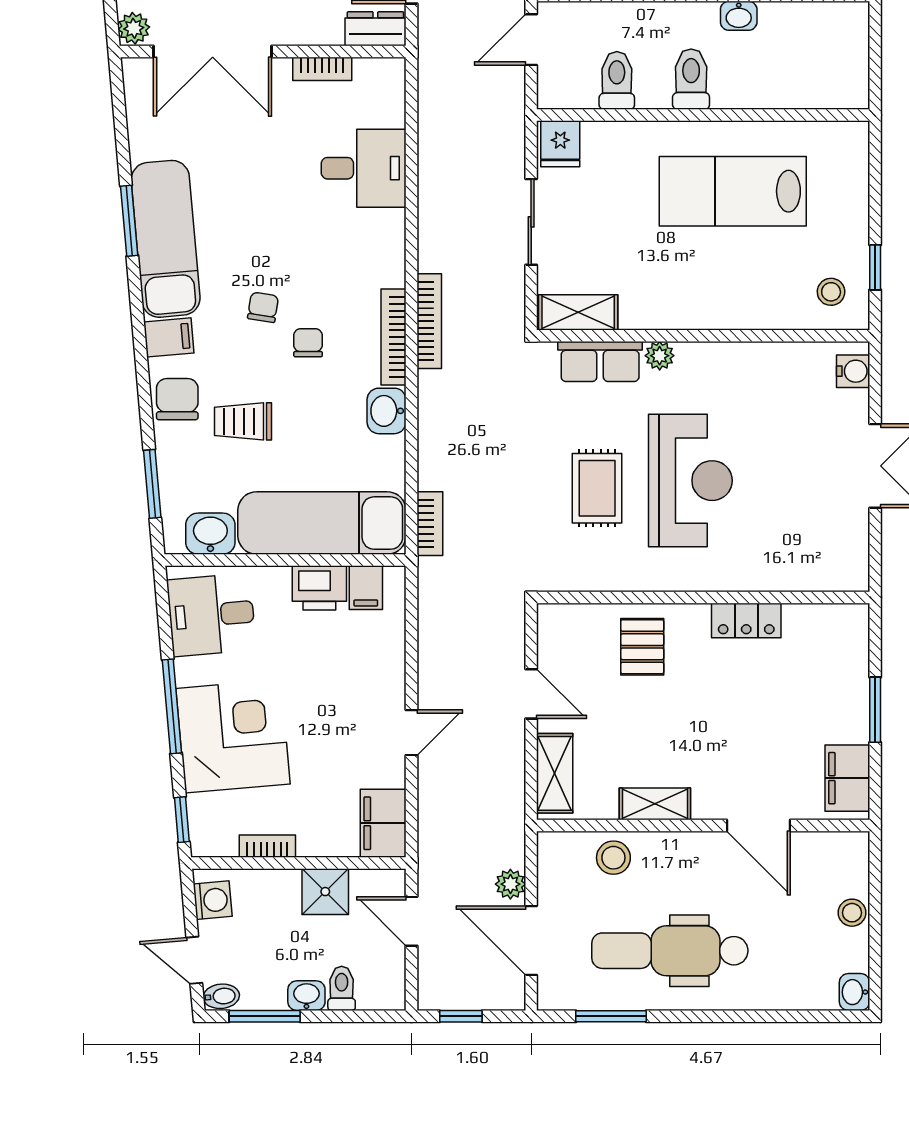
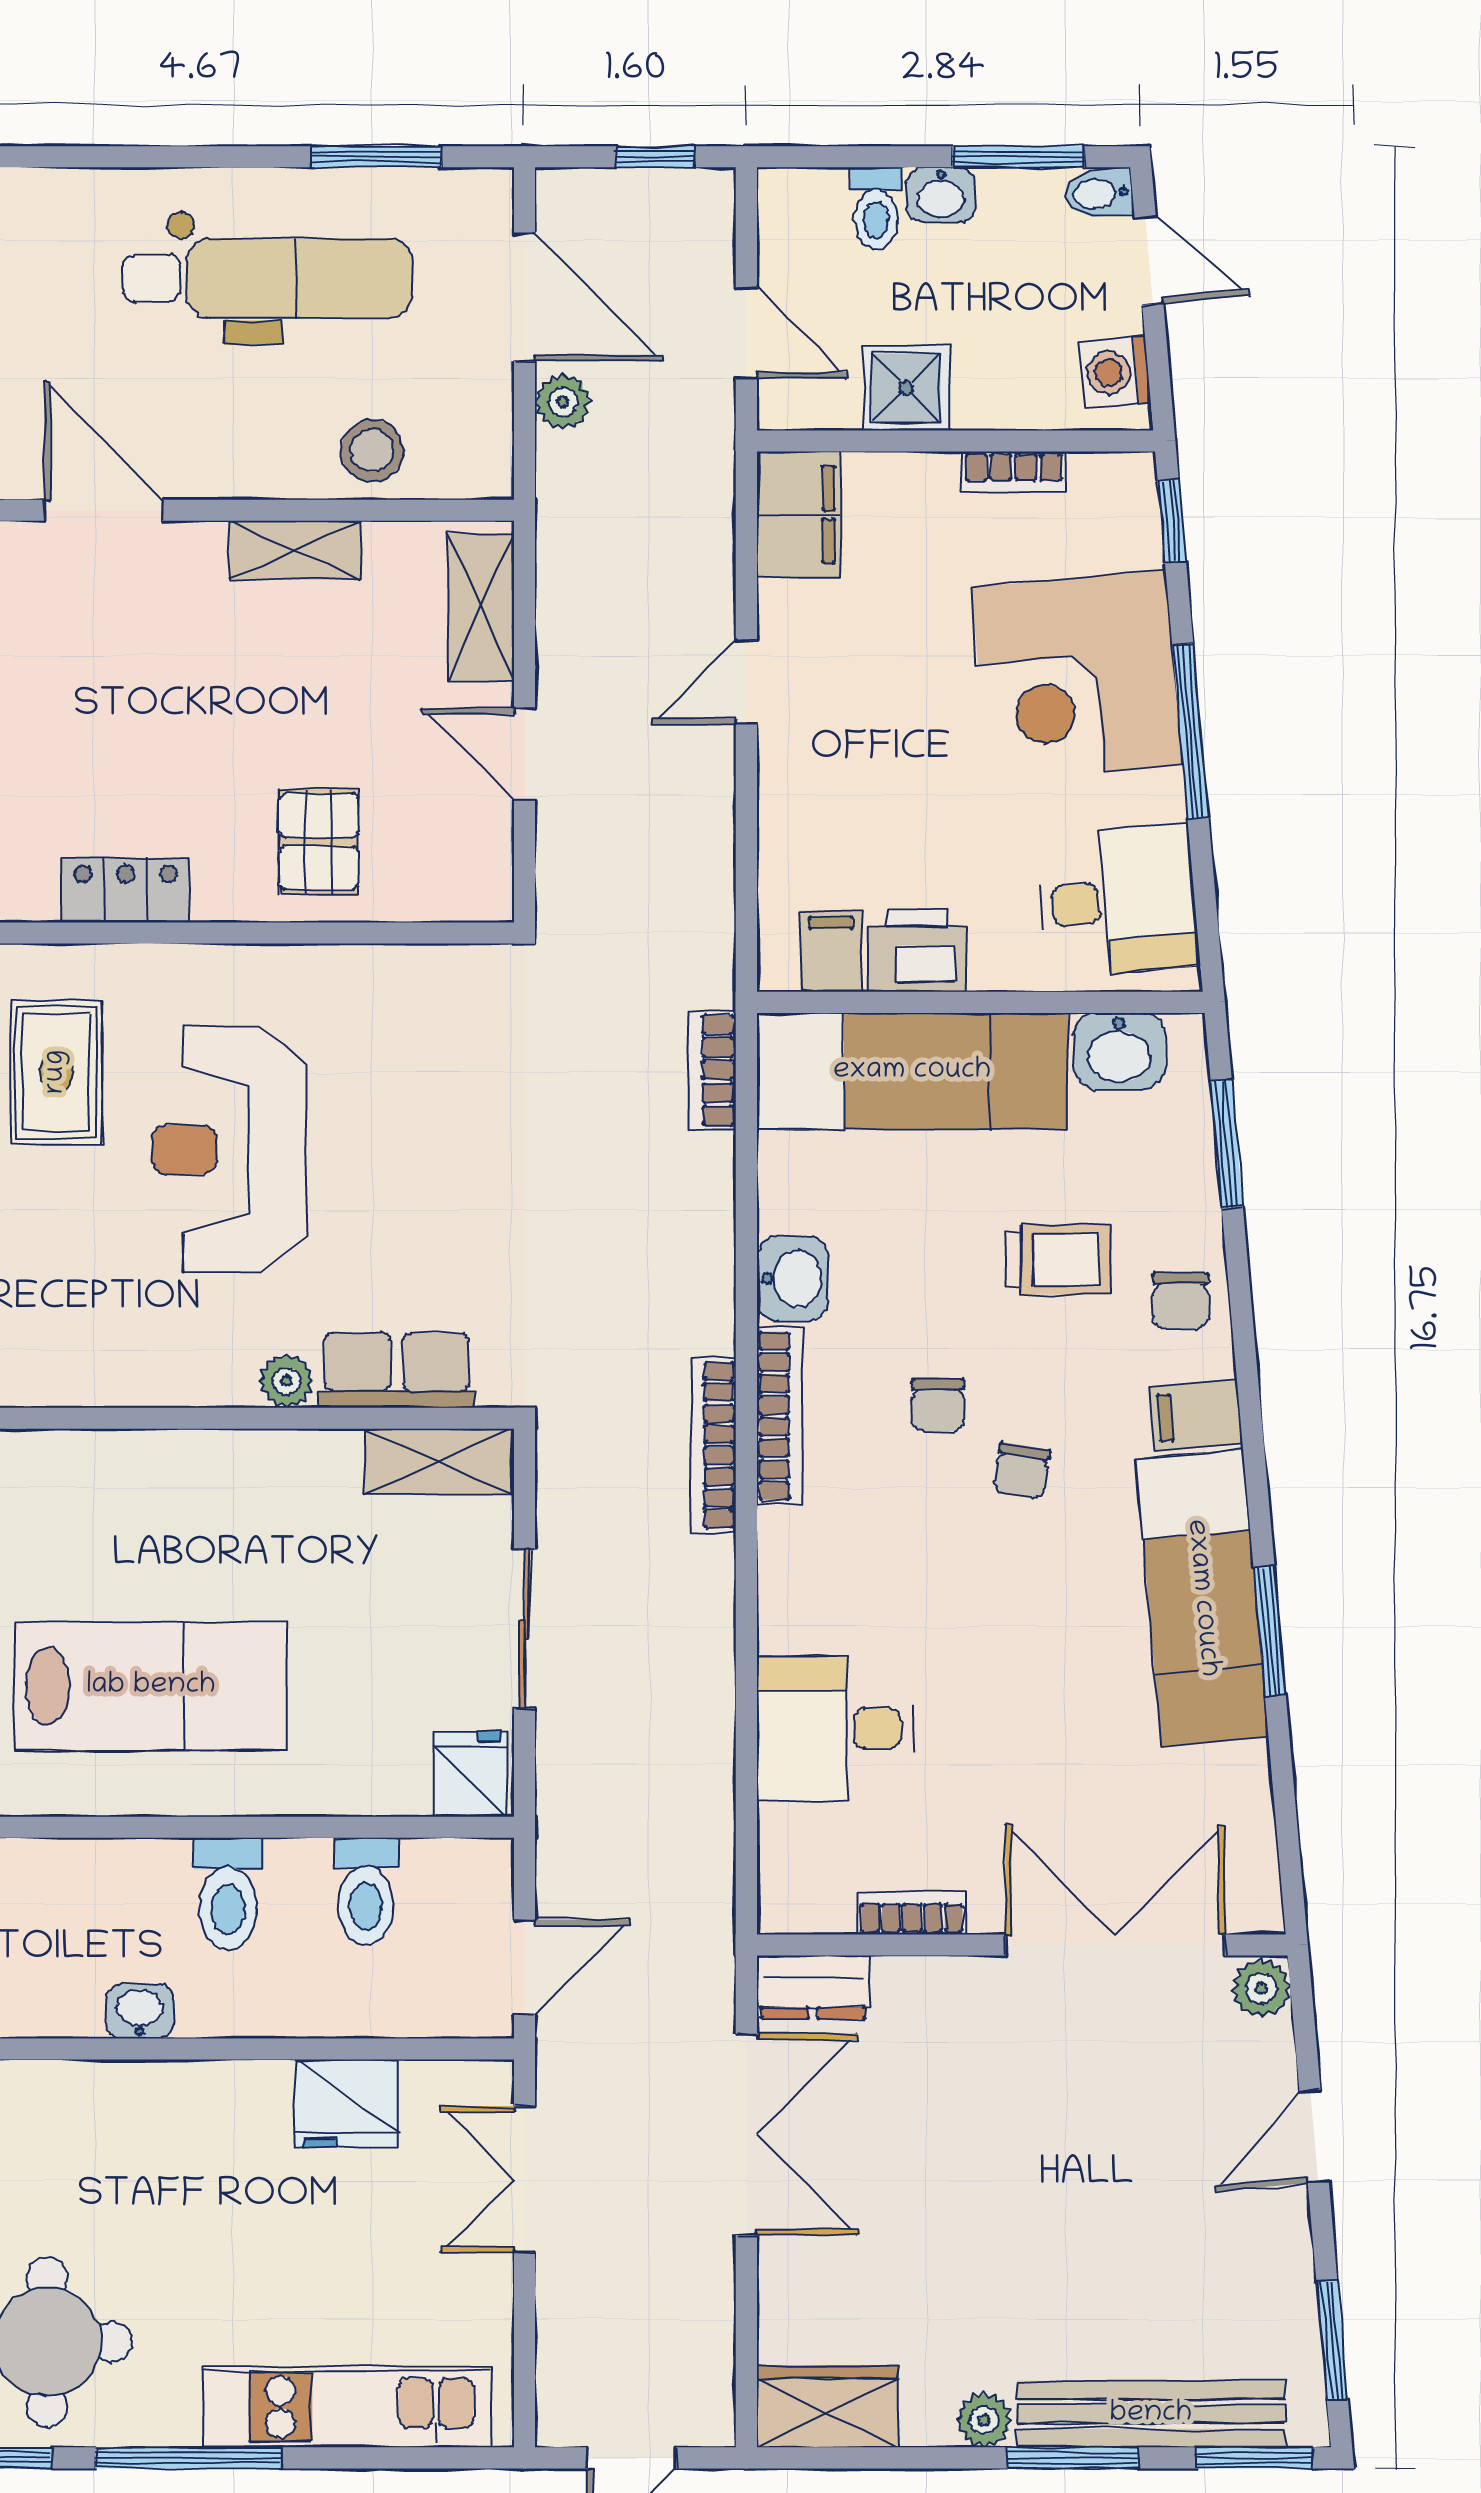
chair: (177, 399) -> (1181, 1301), width x0.73, depth x0.73
rug: (597, 488) -> (56, 1072), moved

